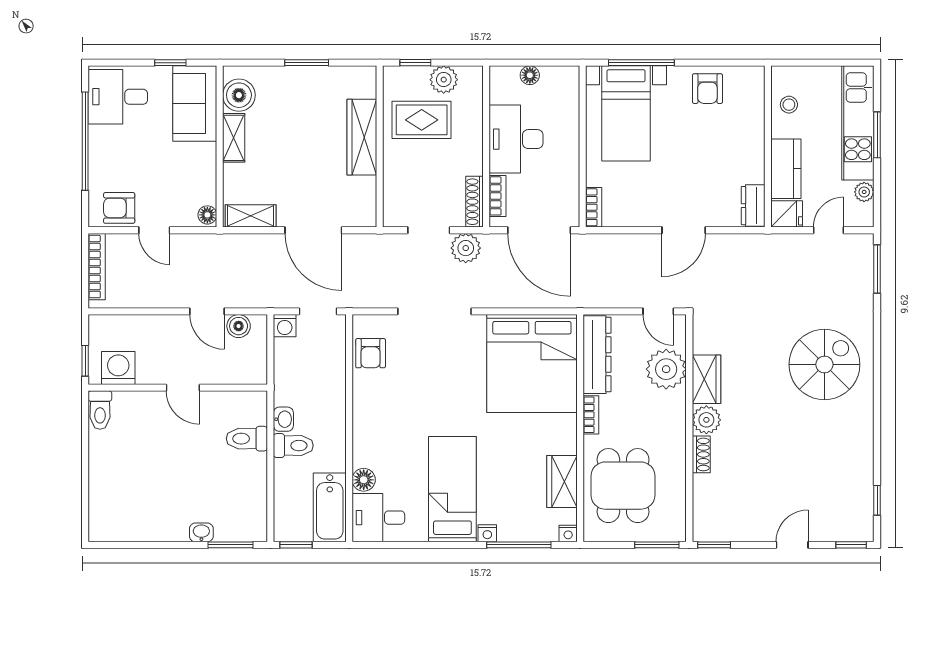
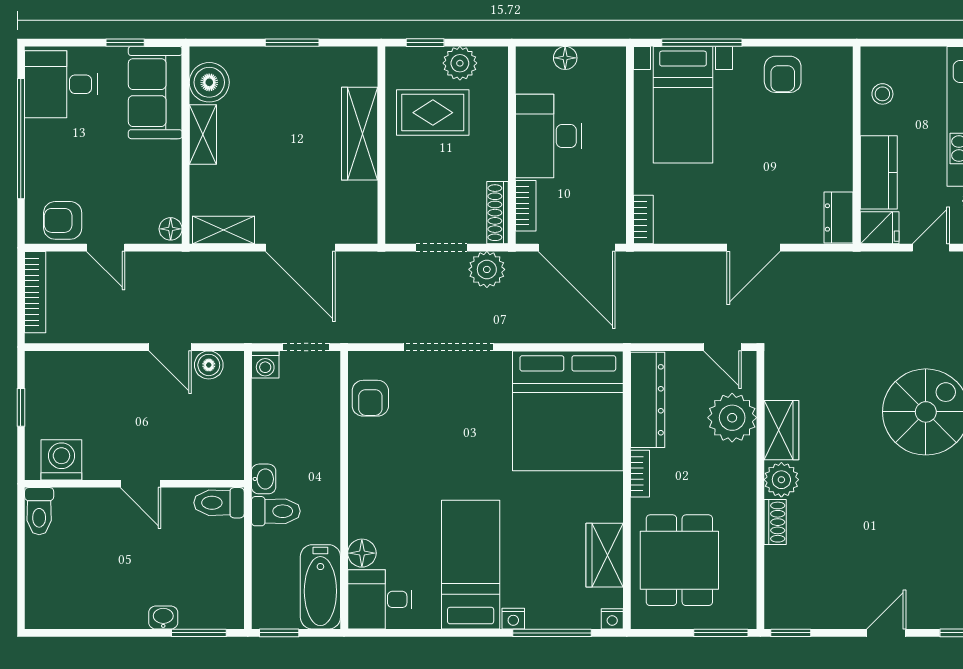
washing machine: (118, 368) -> (61, 460), moved
wall: (178, 388) -> (134, 484), moved
door: (183, 388) -> (141, 484), moved
toilet: (100, 410) -> (39, 511), moved

